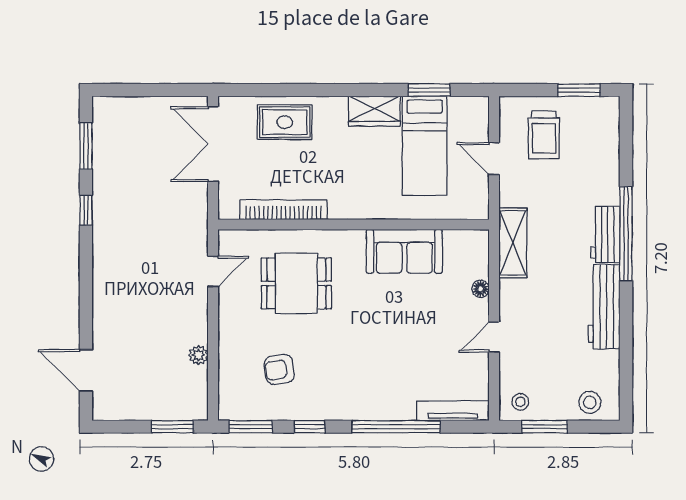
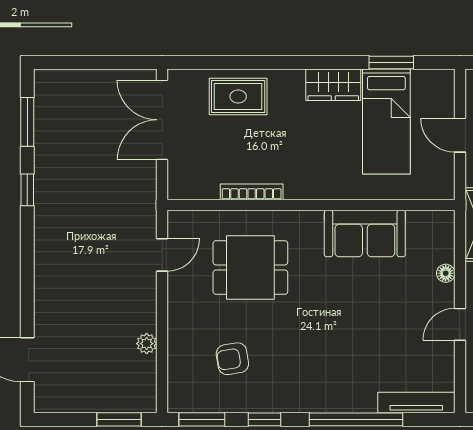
bookcase: (283, 210) -> (252, 192), width x0.68, depth x0.76

